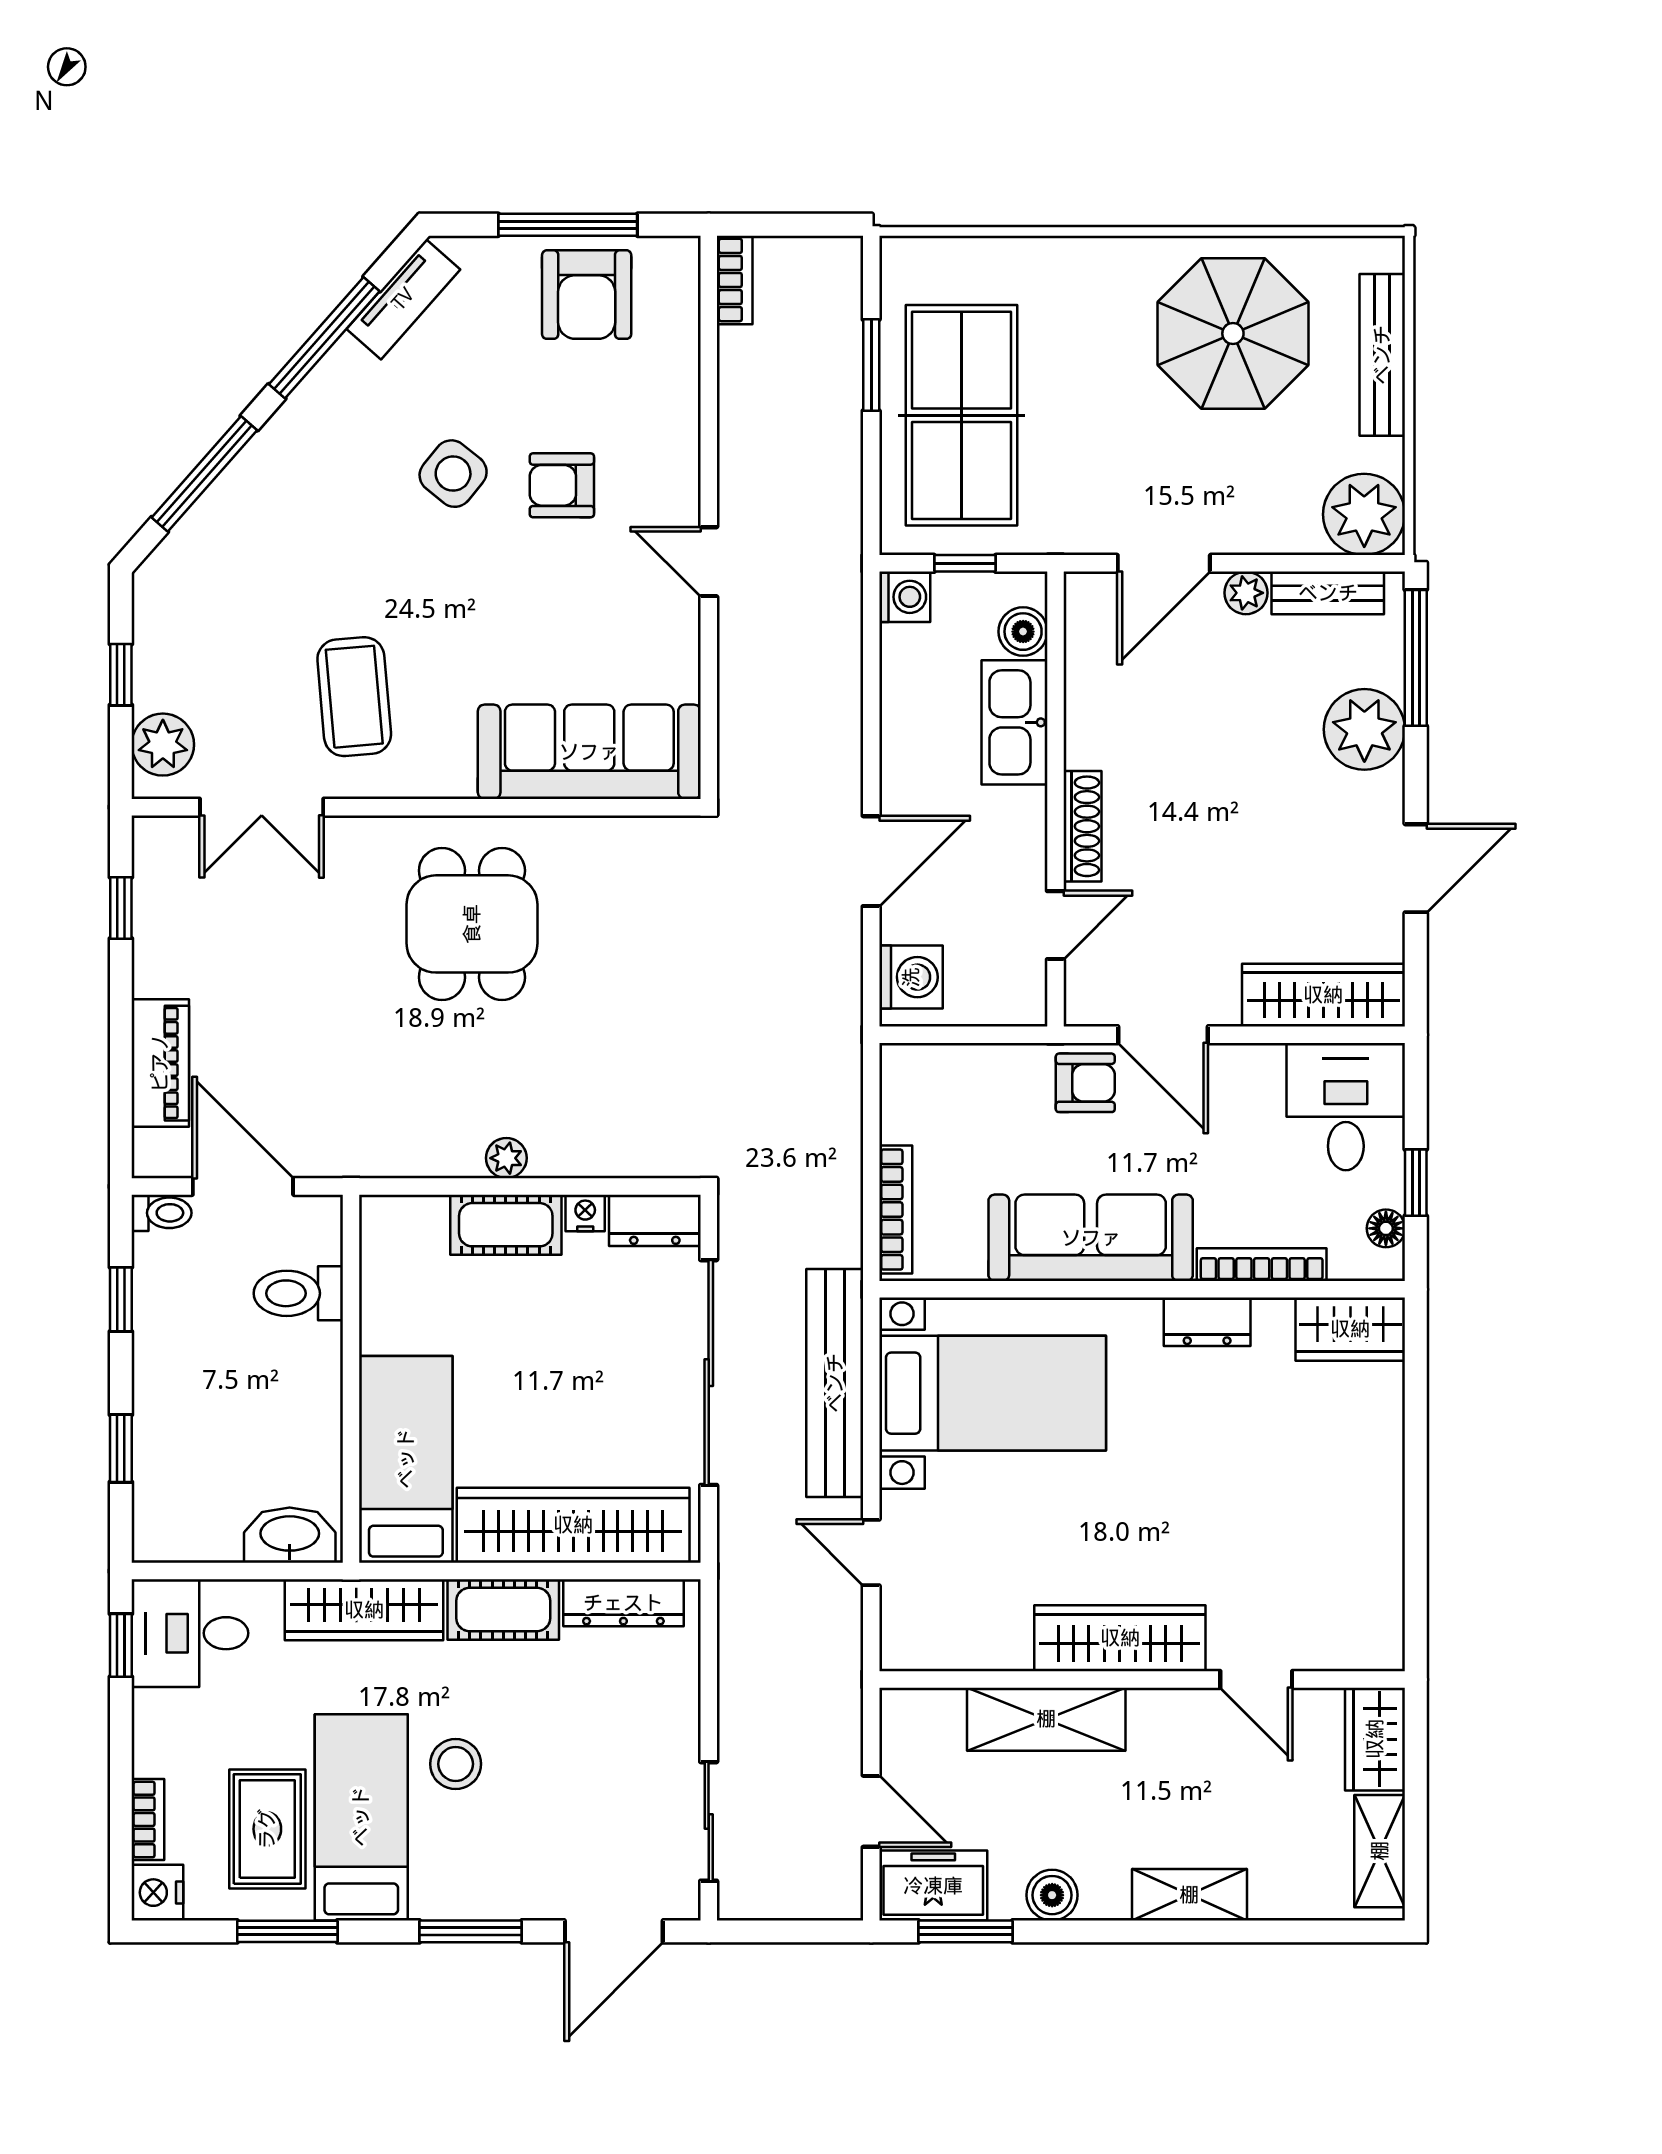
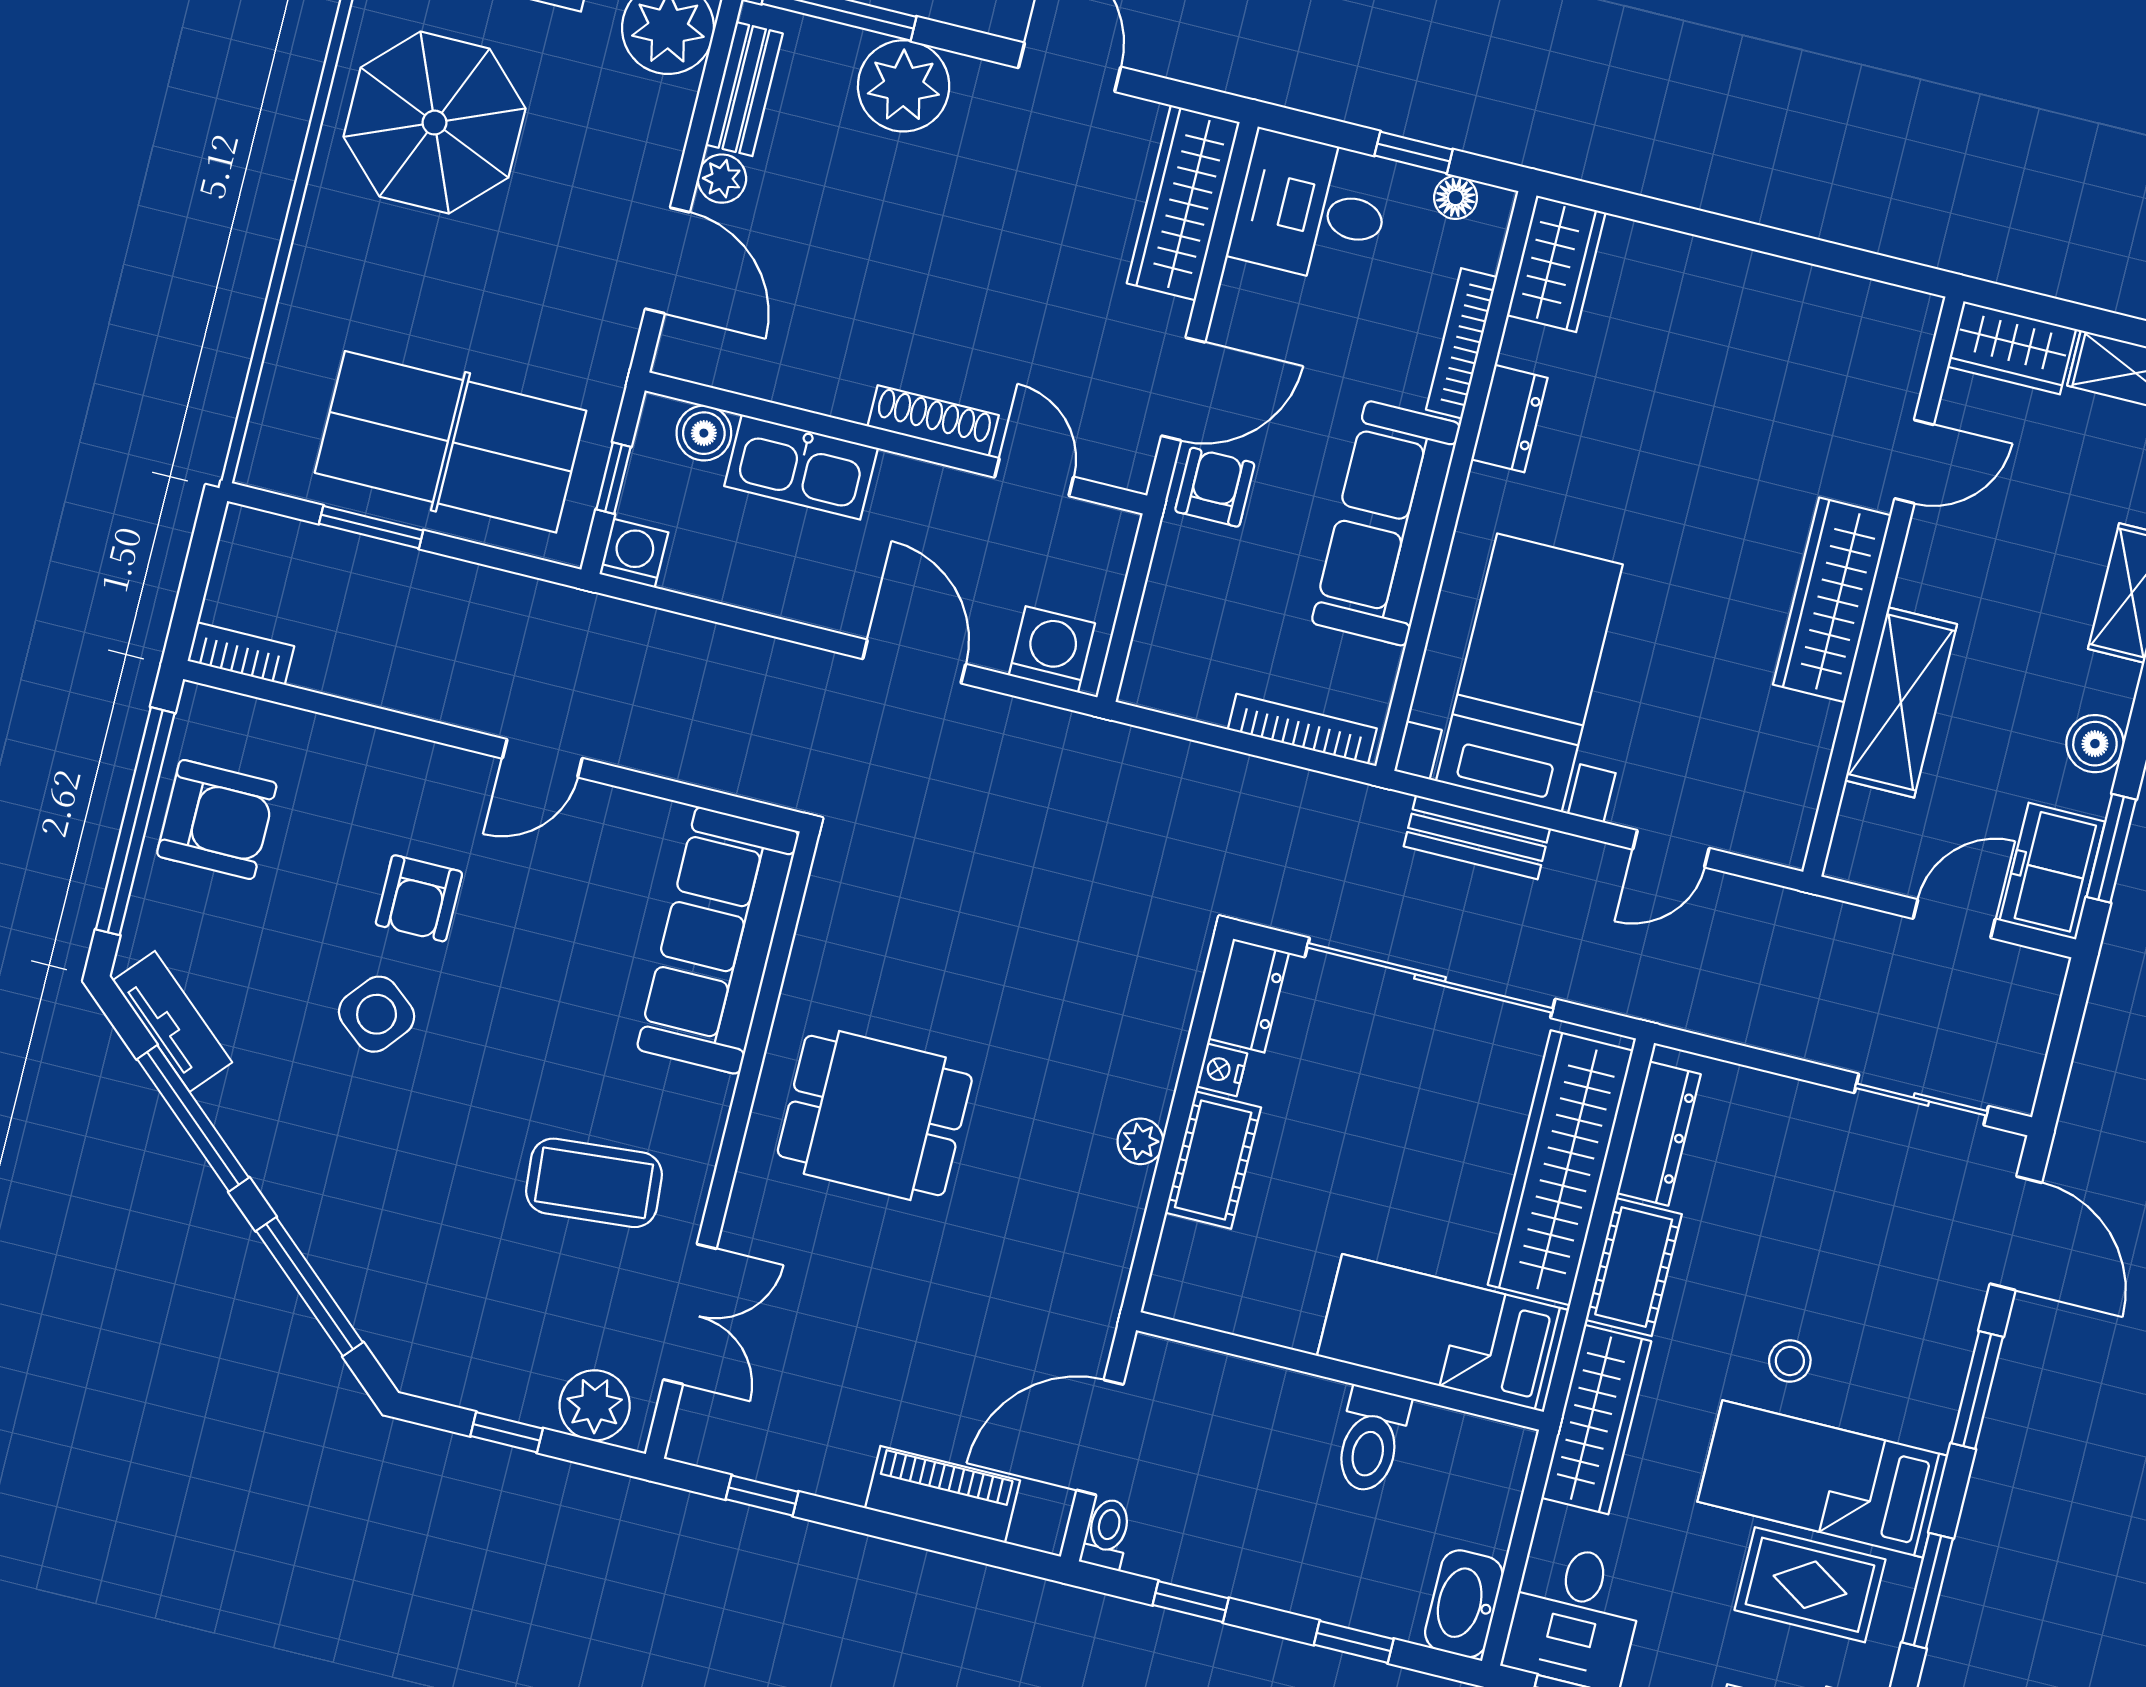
window: (568, 225) -> (135, 821), width x1.46
toilet: (298, 1293) -> (1371, 1440), moved
bench: (835, 1383) -> (1477, 837), width x0.54, depth x0.82
washbasin: (290, 1535) -> (1464, 1604), moved
stool: (456, 1764) -> (1790, 1361), width x0.73, depth x0.73

